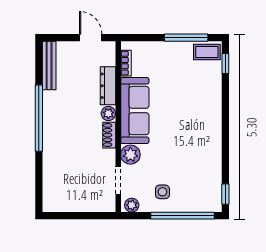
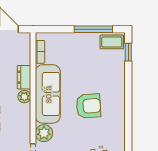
dresser: (108, 86) -> (24, 77), width x0.70
armchair: (181, 124) -> (88, 106), added
shoe rack: (109, 135) -> (25, 116), removed

